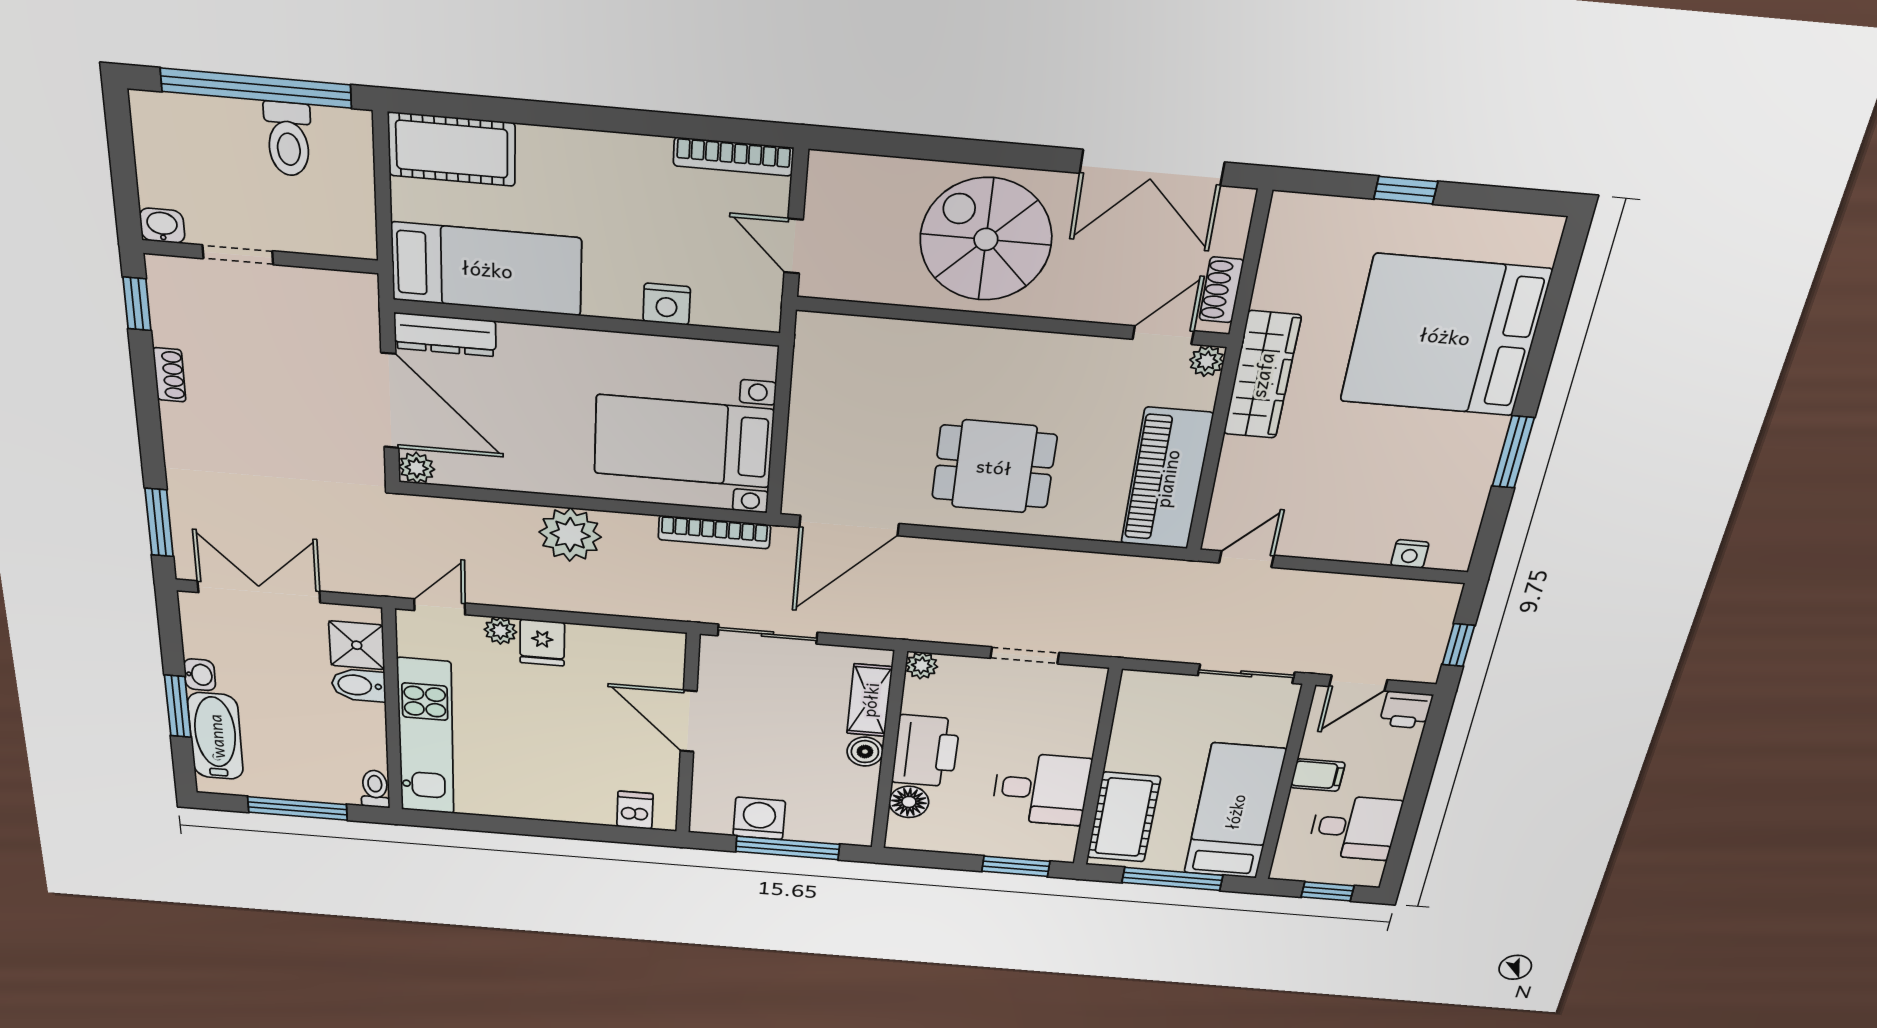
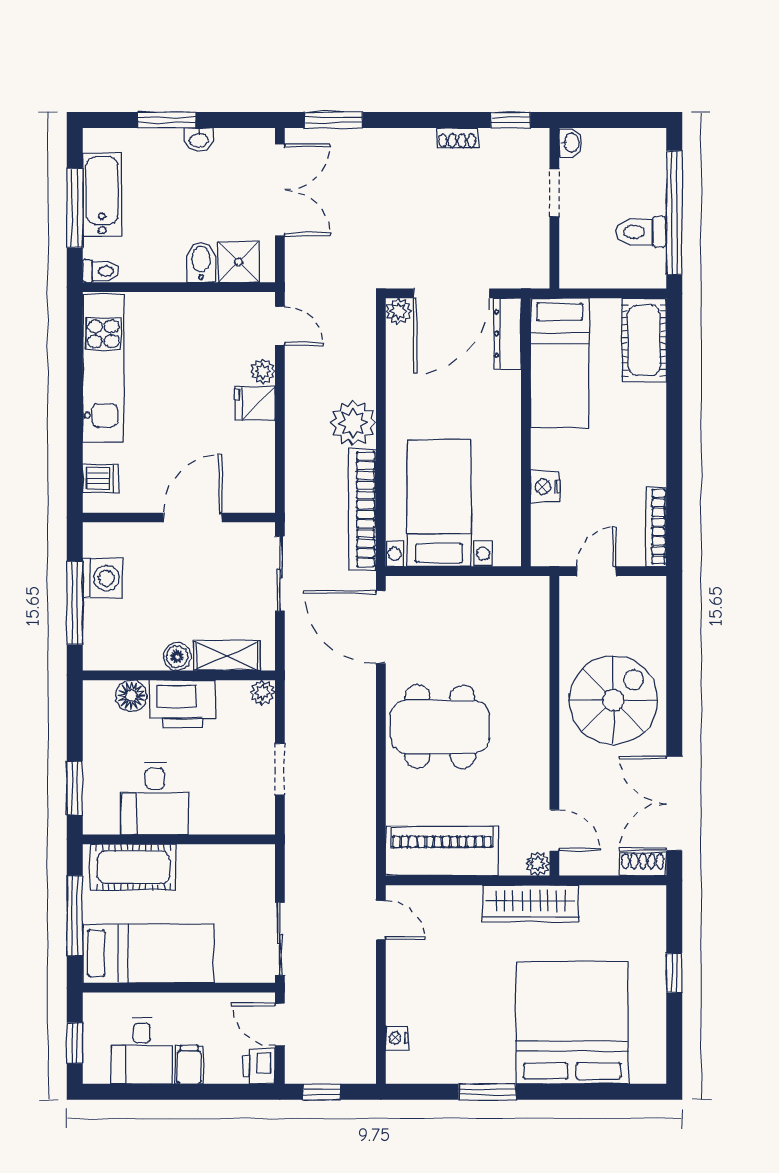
shoe rack: (1221, 290) -> (643, 864), moved
dining table: (994, 467) -> (440, 727), width x1.38
bookcase: (714, 532) -> (362, 509), width x1.48, depth x1.31
bathtub: (216, 736) -> (102, 195), moved, turned -90
kitchen unit: (426, 737) -> (103, 368), moved, turned -90
filing cabinet: (1318, 775) -> (189, 1065), moved, turned 180

